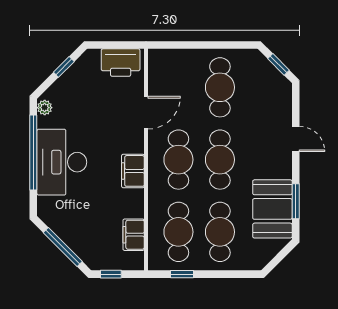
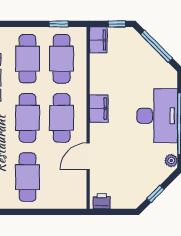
printer: (121, 63) -> (102, 201), width x0.53, depth x0.68
filing cabinet: (134, 235) -> (98, 40), moved

